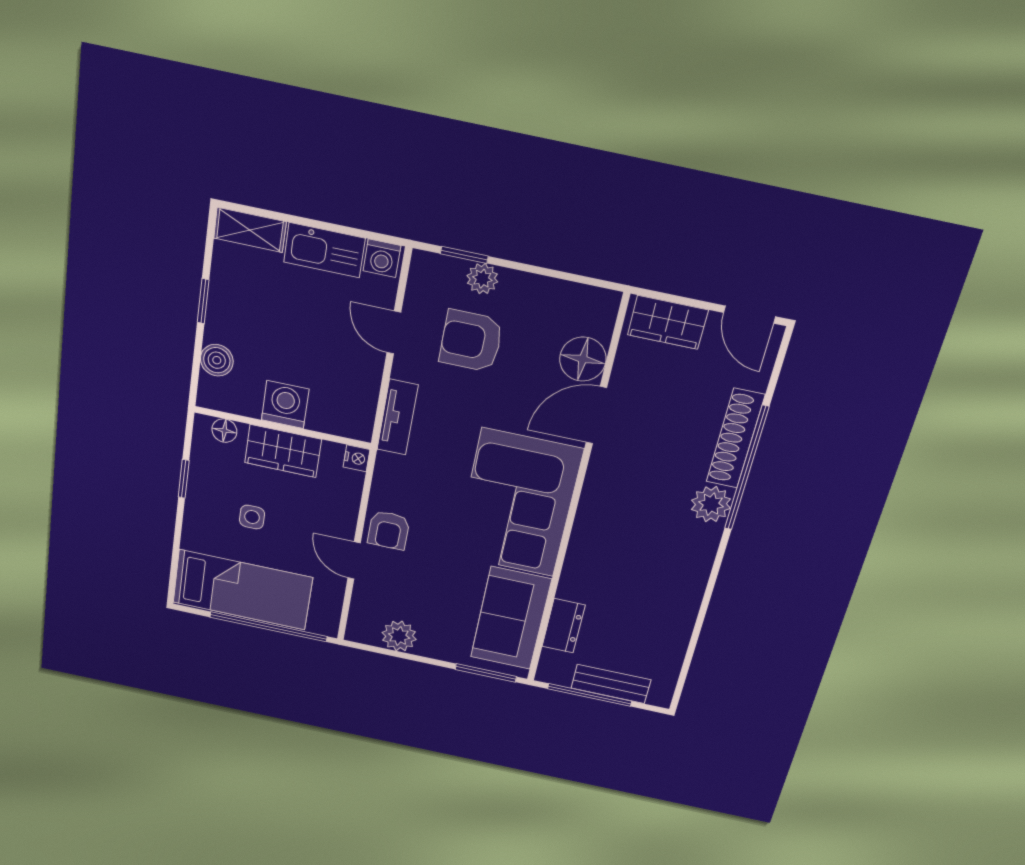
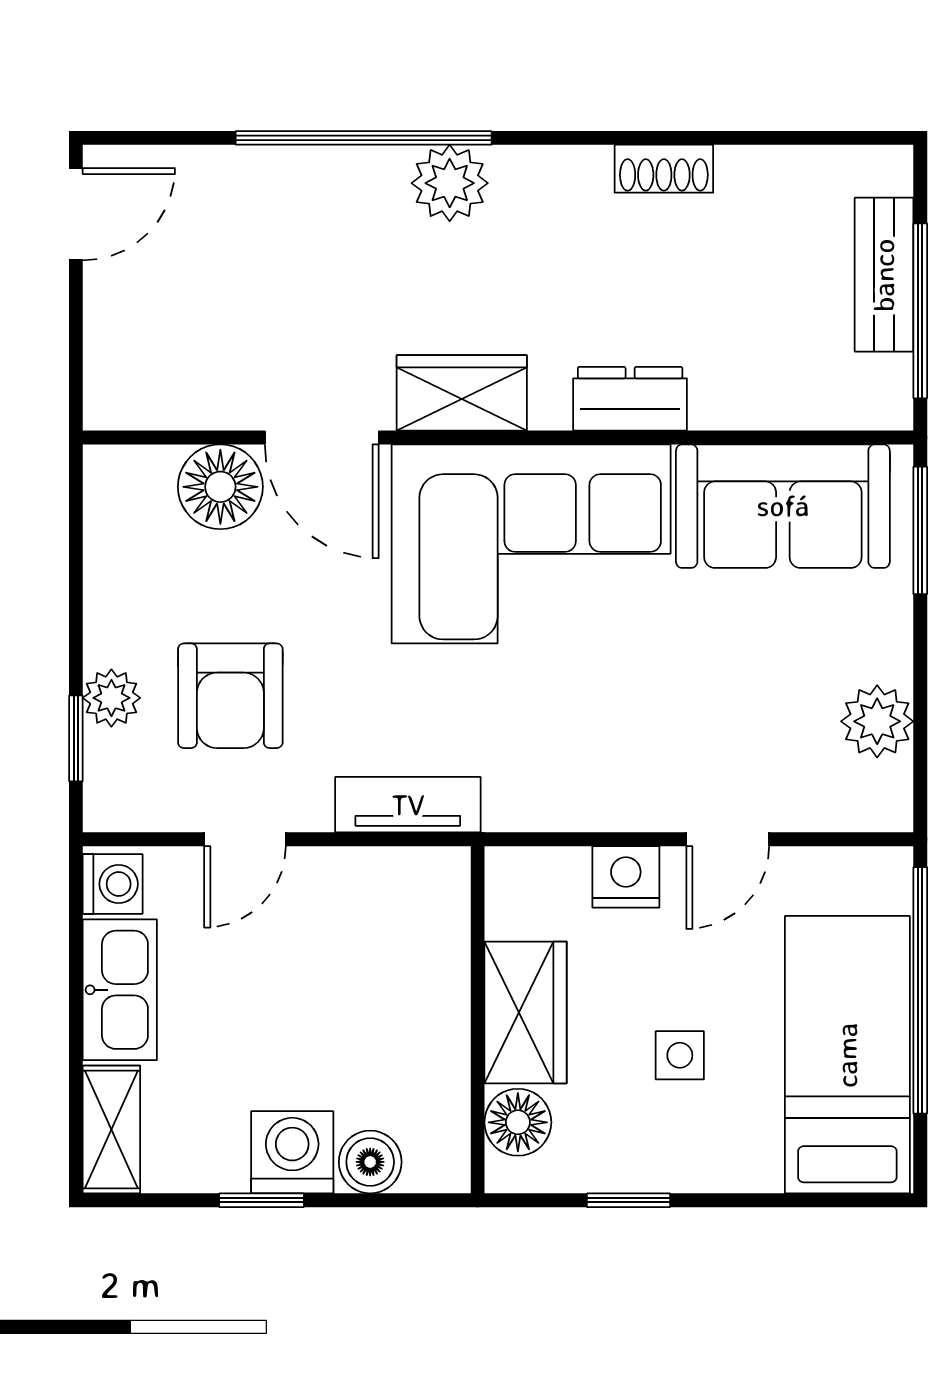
wardrobe: (668, 322) -> (462, 393), moved, turned -90
washing machine: (285, 405) -> (292, 1152), moved, turned 90
floor lamp: (224, 431) -> (518, 1122), width x1.37, depth x1.37
shoe rack: (735, 439) -> (664, 169), moved, width x0.51, depth x0.81
nightstand: (356, 458) -> (626, 877), moved, width x1.39, depth x1.35
armchair: (389, 530) -> (646, 782), removed
dresser: (564, 626) -> (630, 399), moved

